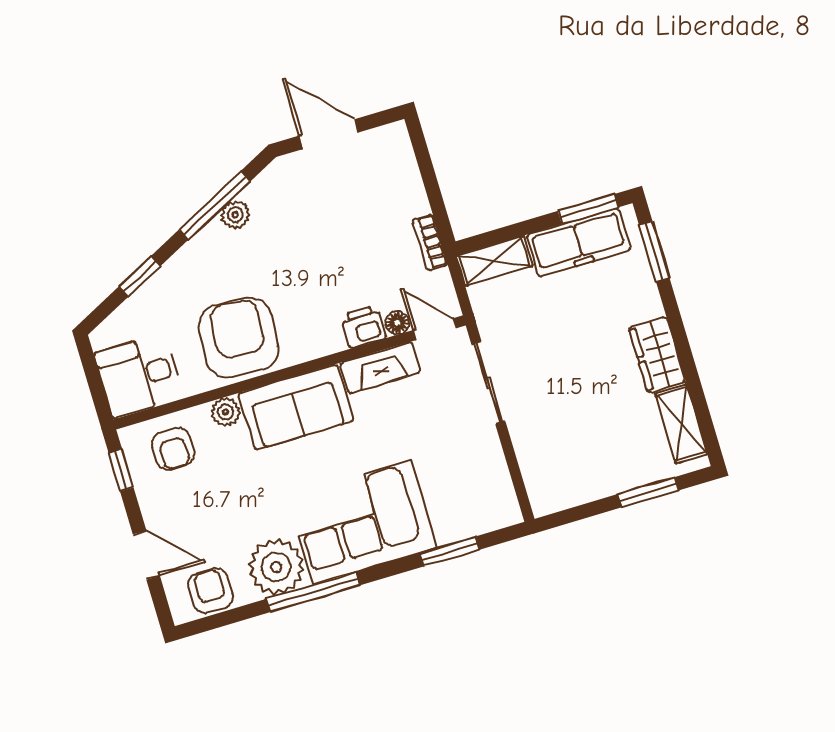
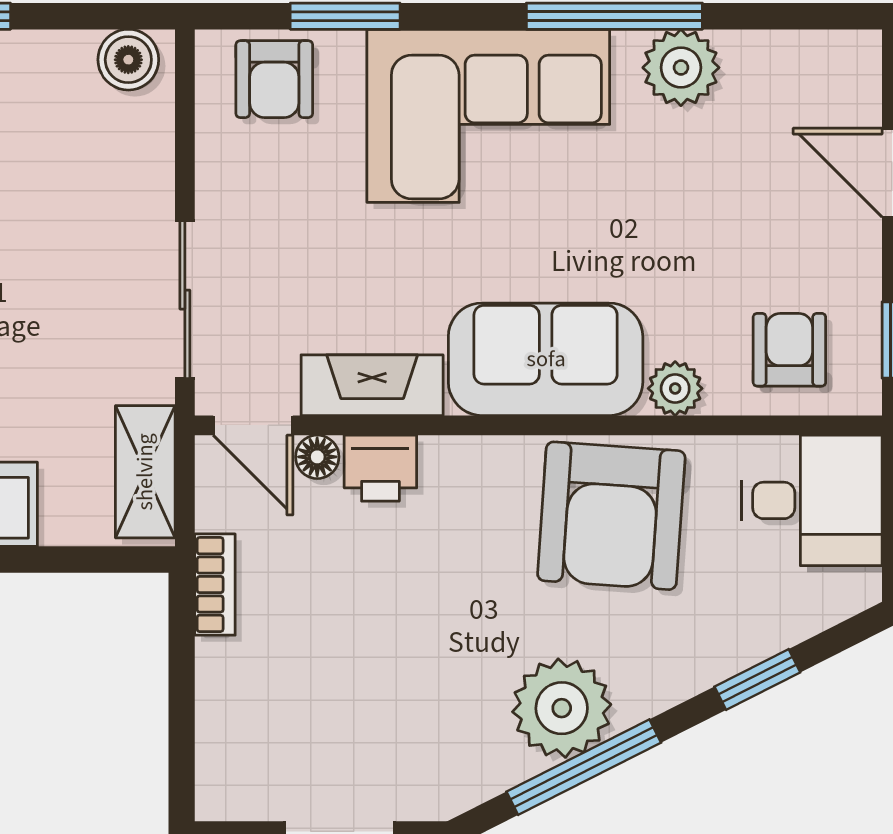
plant: (235, 215) -> (562, 708), width x1.87, depth x1.87
shelving: (494, 261) -> (145, 472), moved, turned 90
boiler: (554, 496) -> (128, 60), added
plant: (276, 567) -> (681, 68), width x0.73, depth x0.73
armchair: (211, 591) -> (274, 79), moved

